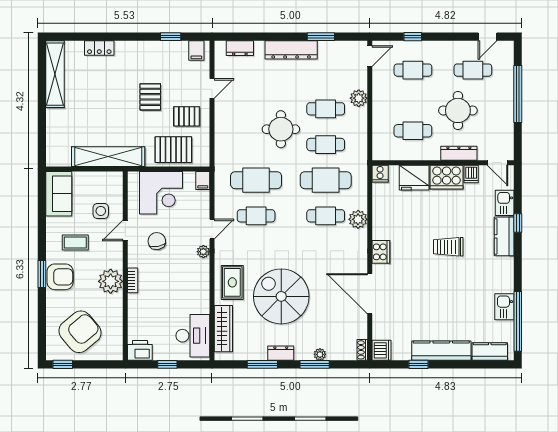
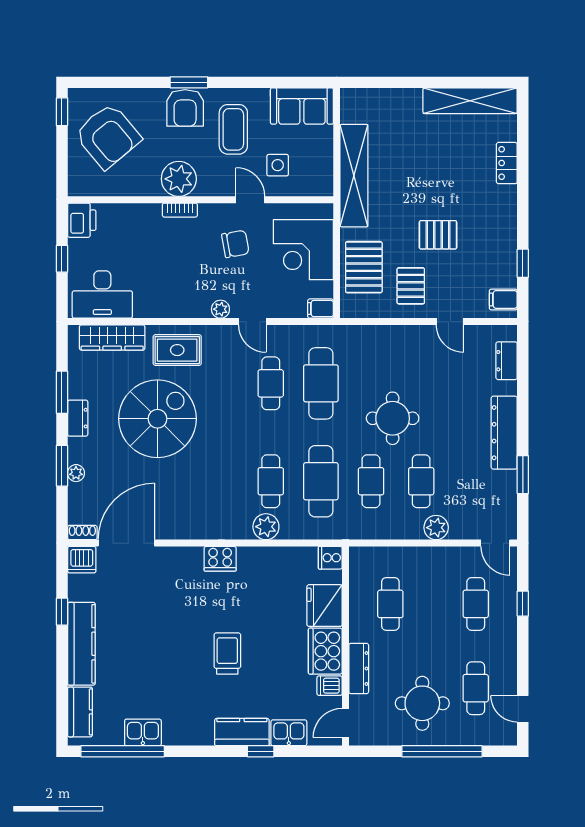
round table: (458, 110) -> (422, 703), moved
coffee table: (75, 242) -> (233, 129), width x1.36, depth x1.30
door: (370, 294) -> (126, 543), moved

